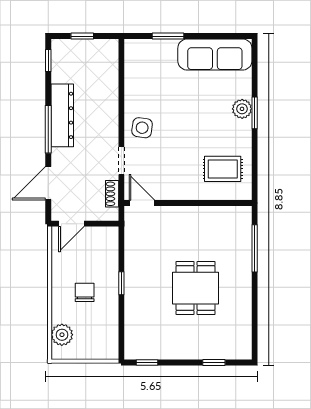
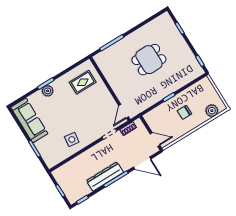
side table: (142, 128) -> (72, 139), moved
rug: (223, 169) -> (83, 82), turned 90

